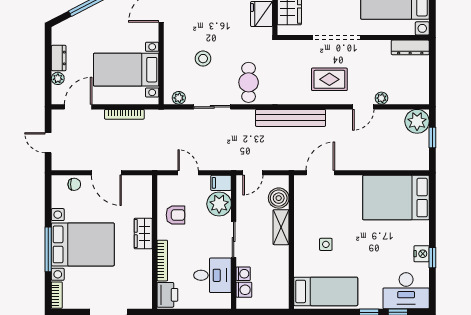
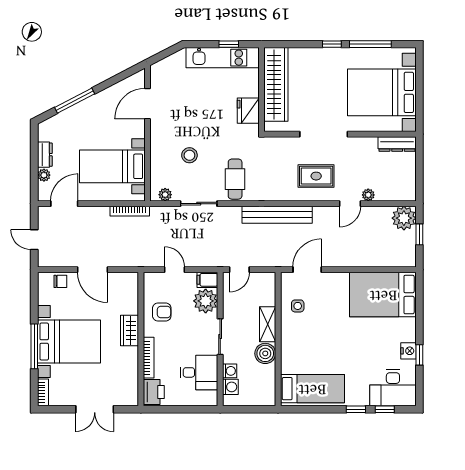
bookcase: (124, 114) -> (130, 211), moved
boiler: (279, 198) -> (265, 353), moved
side table: (326, 244) -> (298, 306), moved

